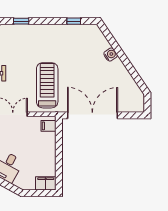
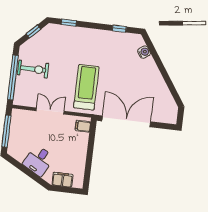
water cooler: (111, 54) -> (144, 52), moved
filing cabinet: (46, 183) -> (62, 180), moved

